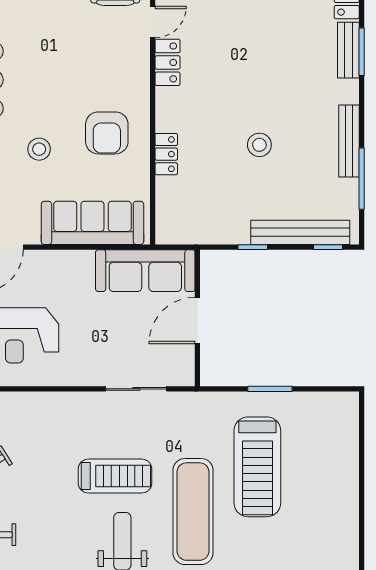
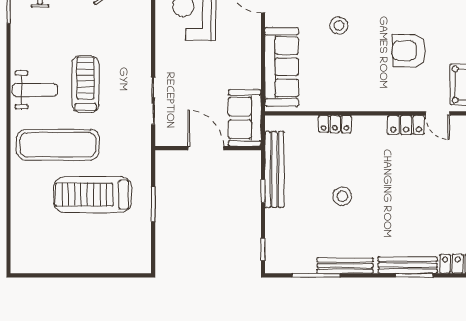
bench: (348, 50) -> (408, 265), width x1.36
armchair: (107, 133) -> (409, 51), moved
bench: (300, 232) -> (274, 169), moved
sofa: (145, 271) -> (245, 118), width x0.73
treadmill: (115, 476) -> (85, 84), turned 180

